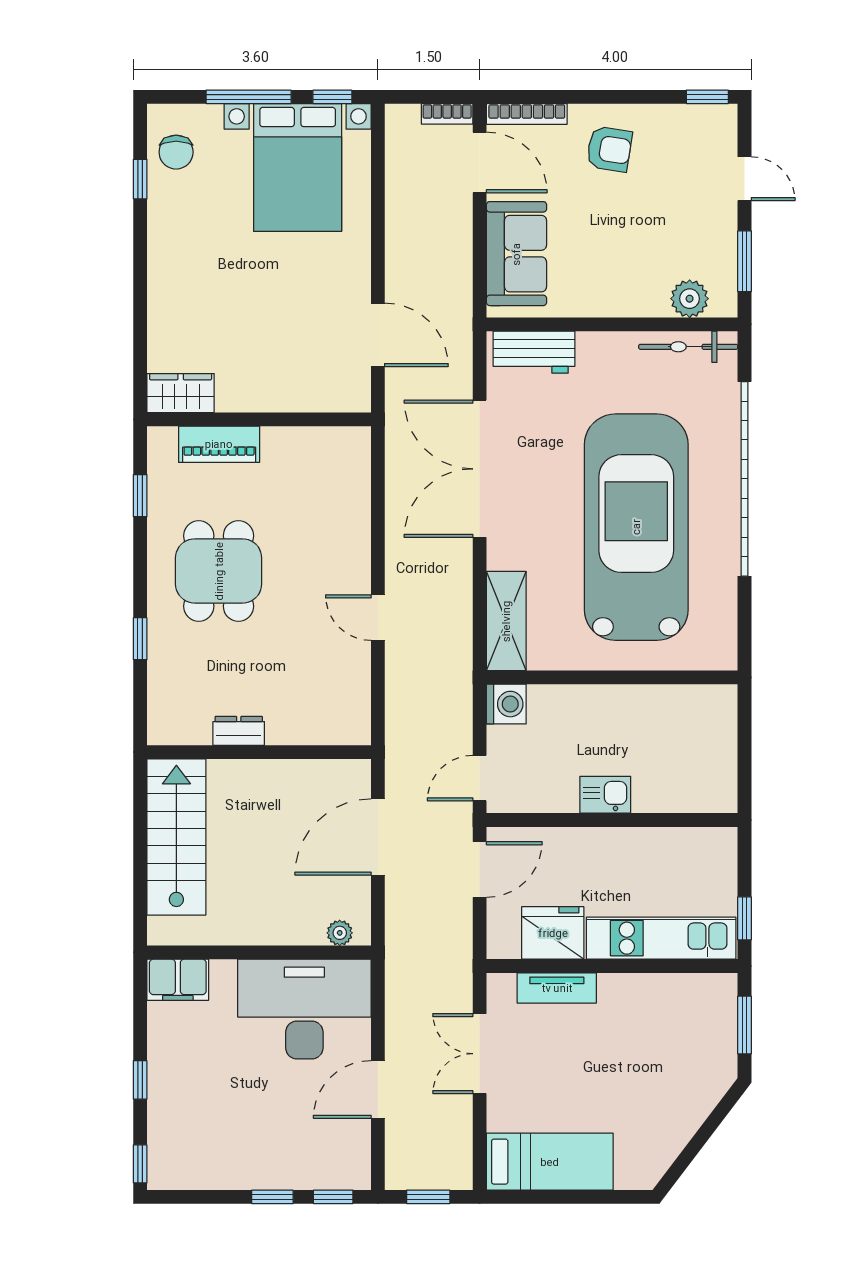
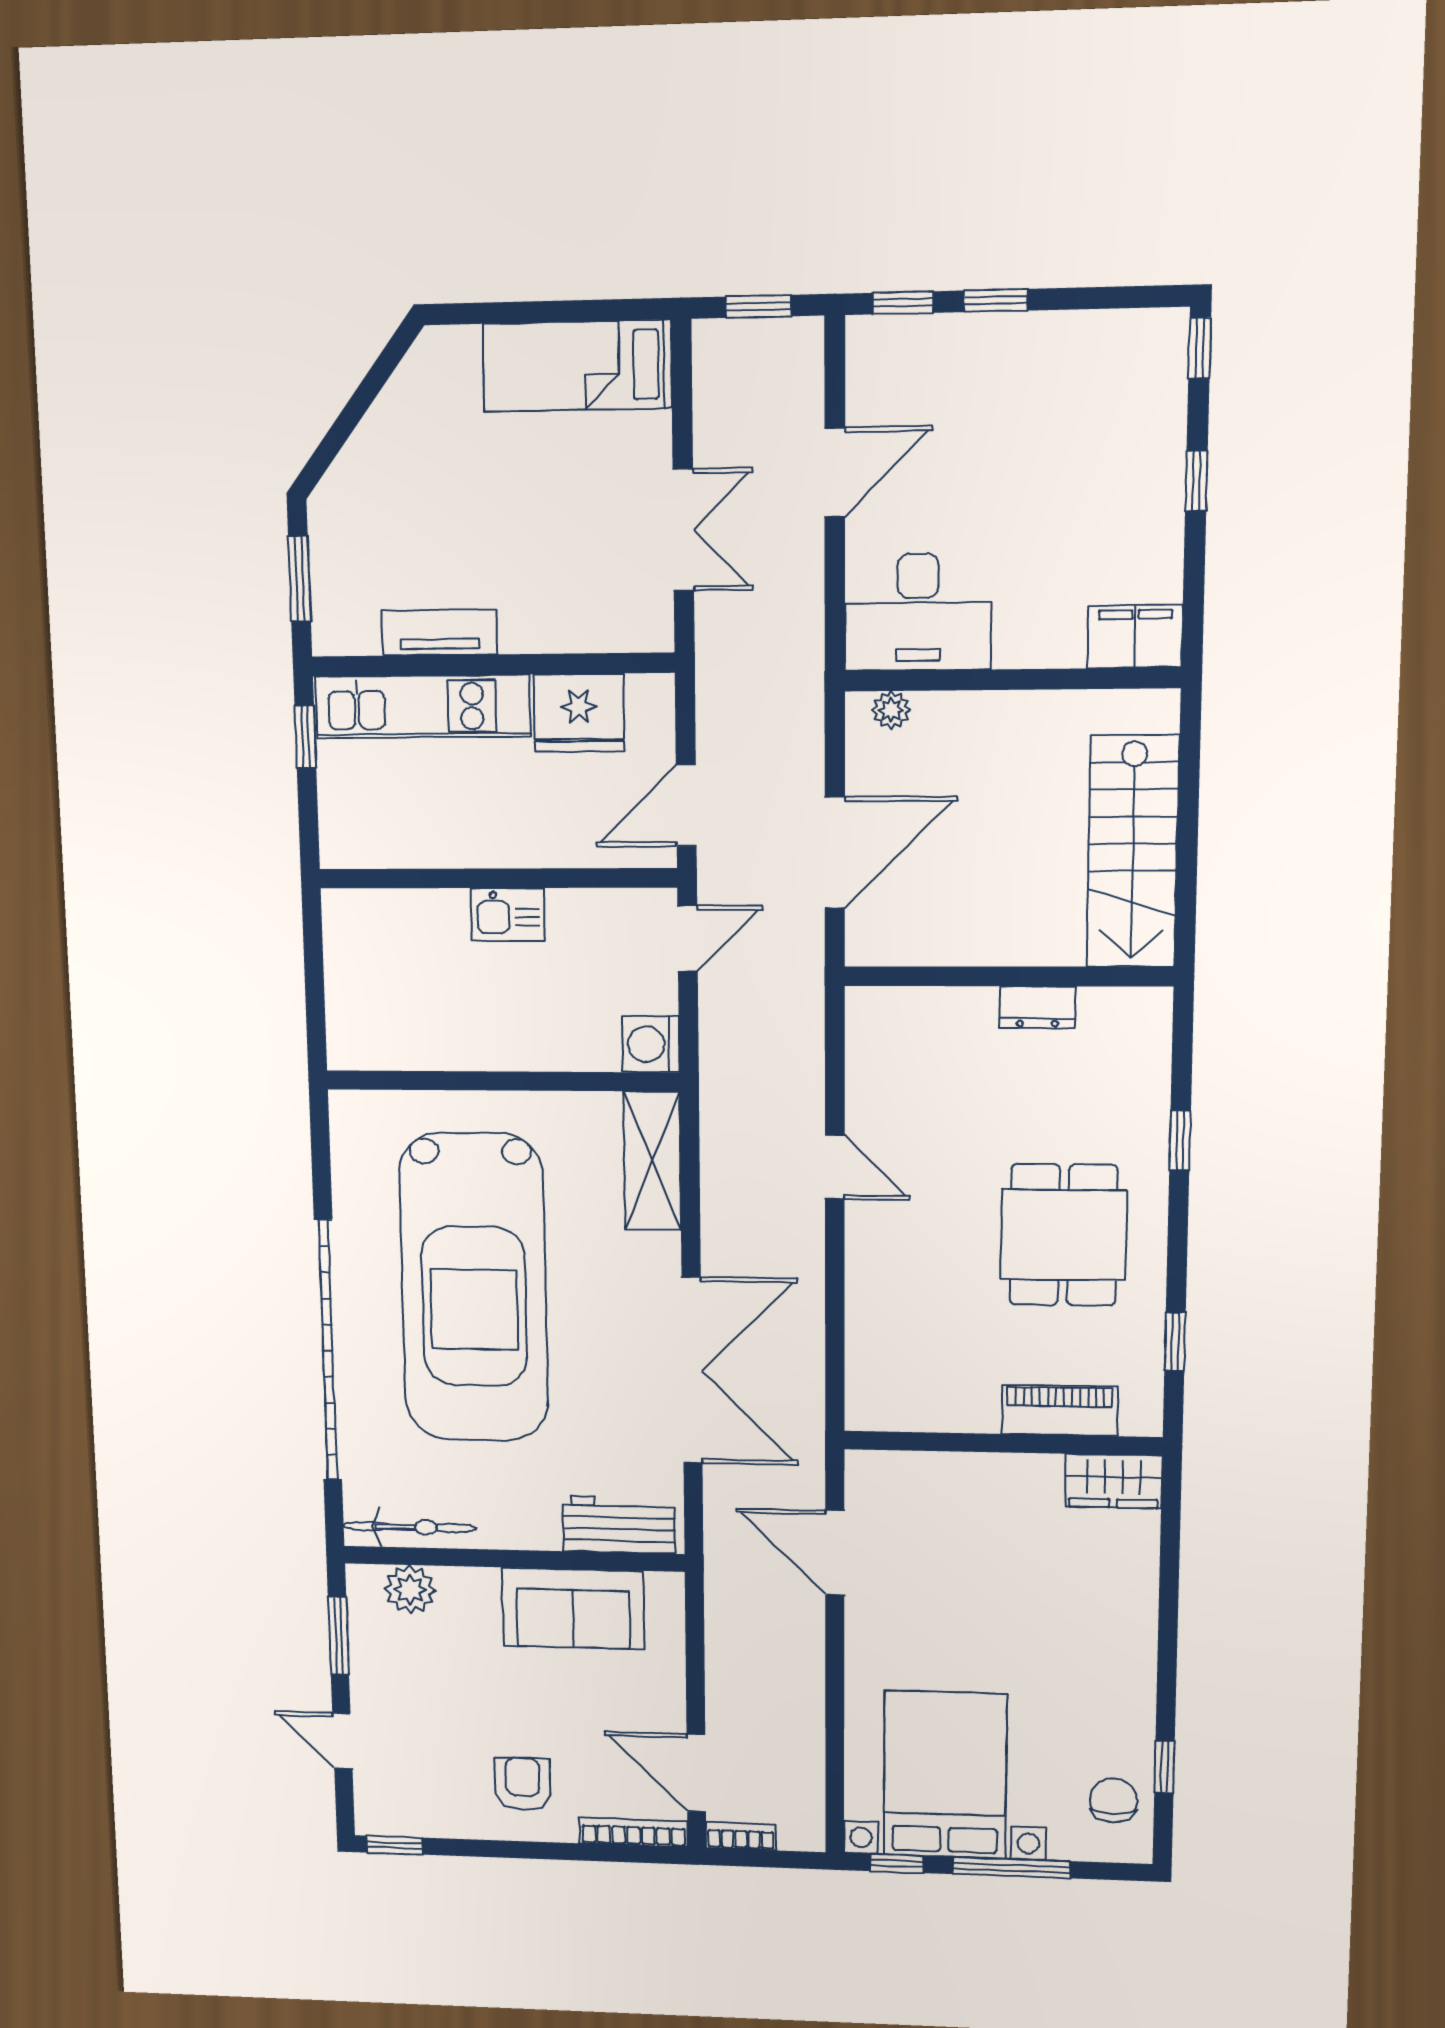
armchair: (609, 149) -> (523, 1784), turned 81
sofa: (516, 254) -> (573, 1608), moved, turned -90
tv unit: (557, 988) -> (439, 633), moved
desk: (304, 1009) -> (918, 612), width x0.73, depth x0.77

